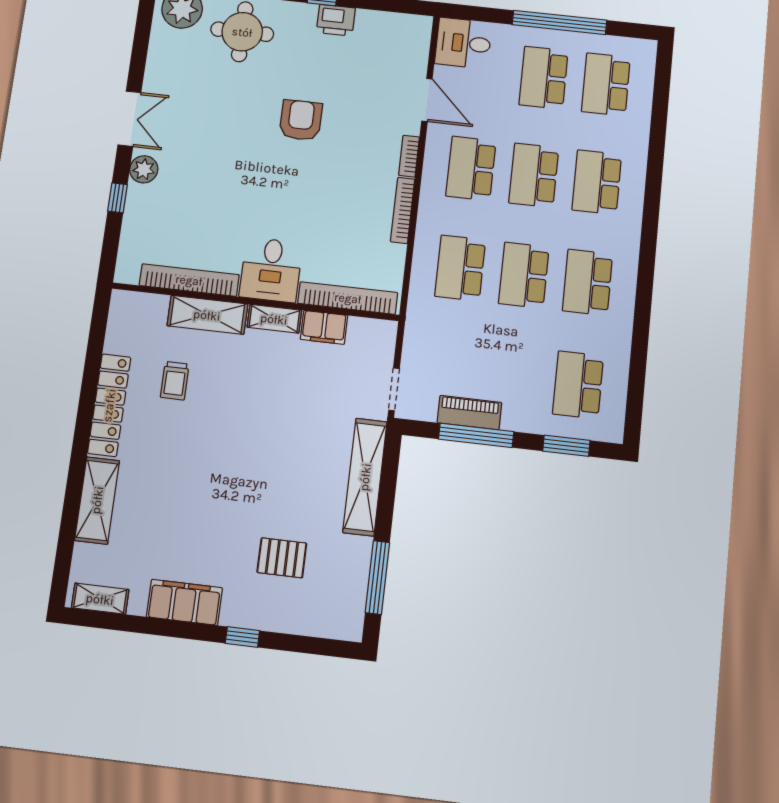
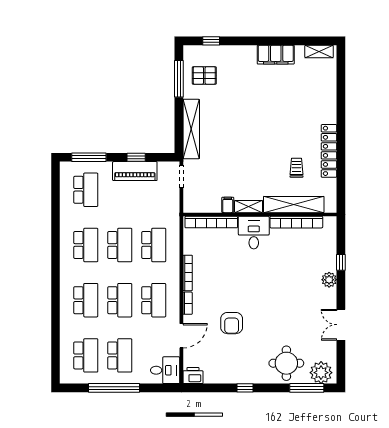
printer: (336, 20) -> (193, 376), moved
door: (427, 100) -> (181, 336), swing flipped
double door: (129, 119) -> (341, 325), moved
armchair: (301, 120) -> (232, 323), moved
shelving: (207, 315) -> (294, 205), width x1.47
filing cabinet: (324, 327) -> (228, 205), width x0.50
piano: (469, 413) -> (135, 171), width x1.37, depth x1.33
window: (476, 435) -> (136, 157), width x0.46
window: (566, 446) -> (89, 157), width x1.44
shelving: (97, 500) -> (328, 101), removed
pallet: (282, 558) -> (204, 75), moved
window: (242, 637) -> (211, 41), moved

